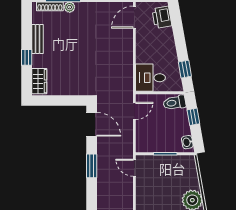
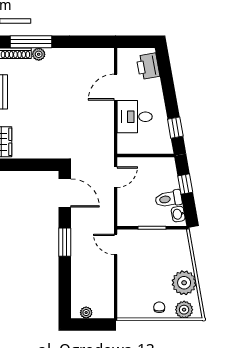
door: (134, 17) -> (116, 87), moved
desk: (151, 78) -> (135, 117), moved
toilet: (174, 103) -> (169, 199), moved

